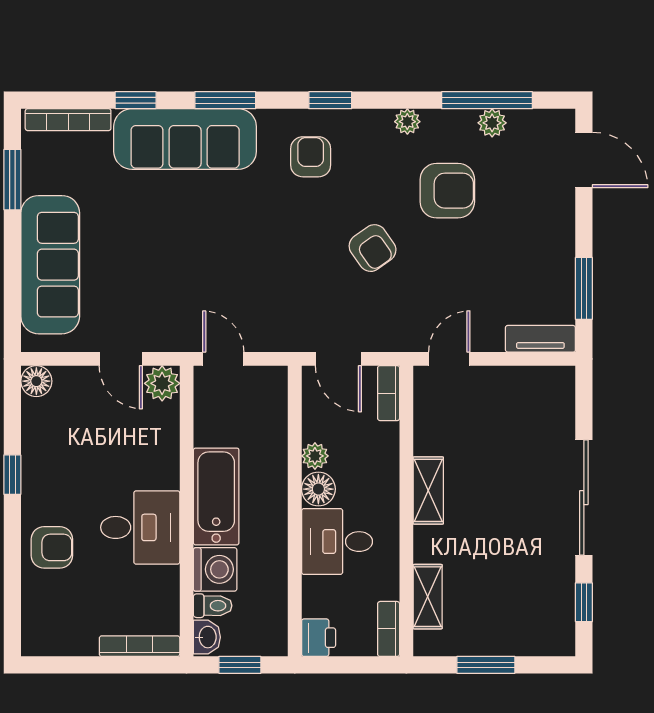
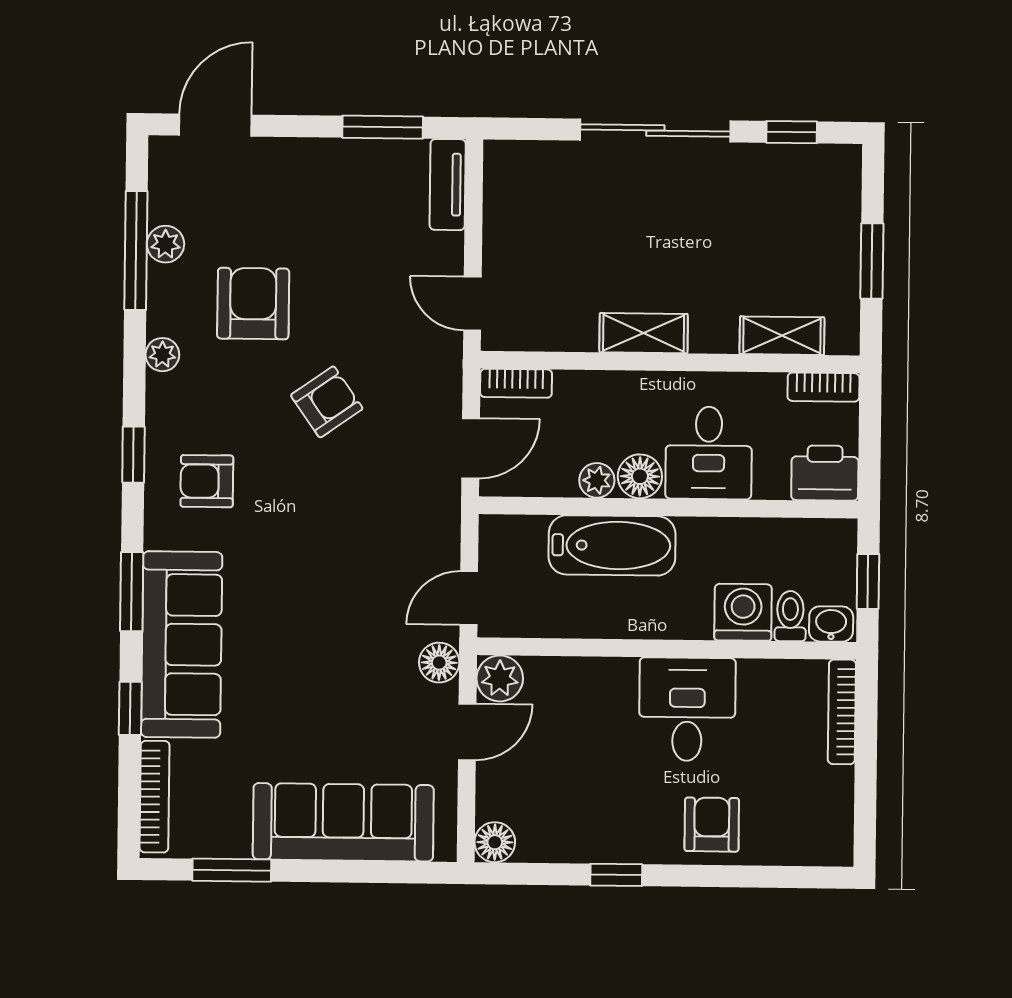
floor lamp: (174, 337) -> (439, 663), added
bathtub: (216, 496) -> (612, 545), moved, turned 180
printer: (319, 638) -> (825, 473), width x1.36, depth x1.24

